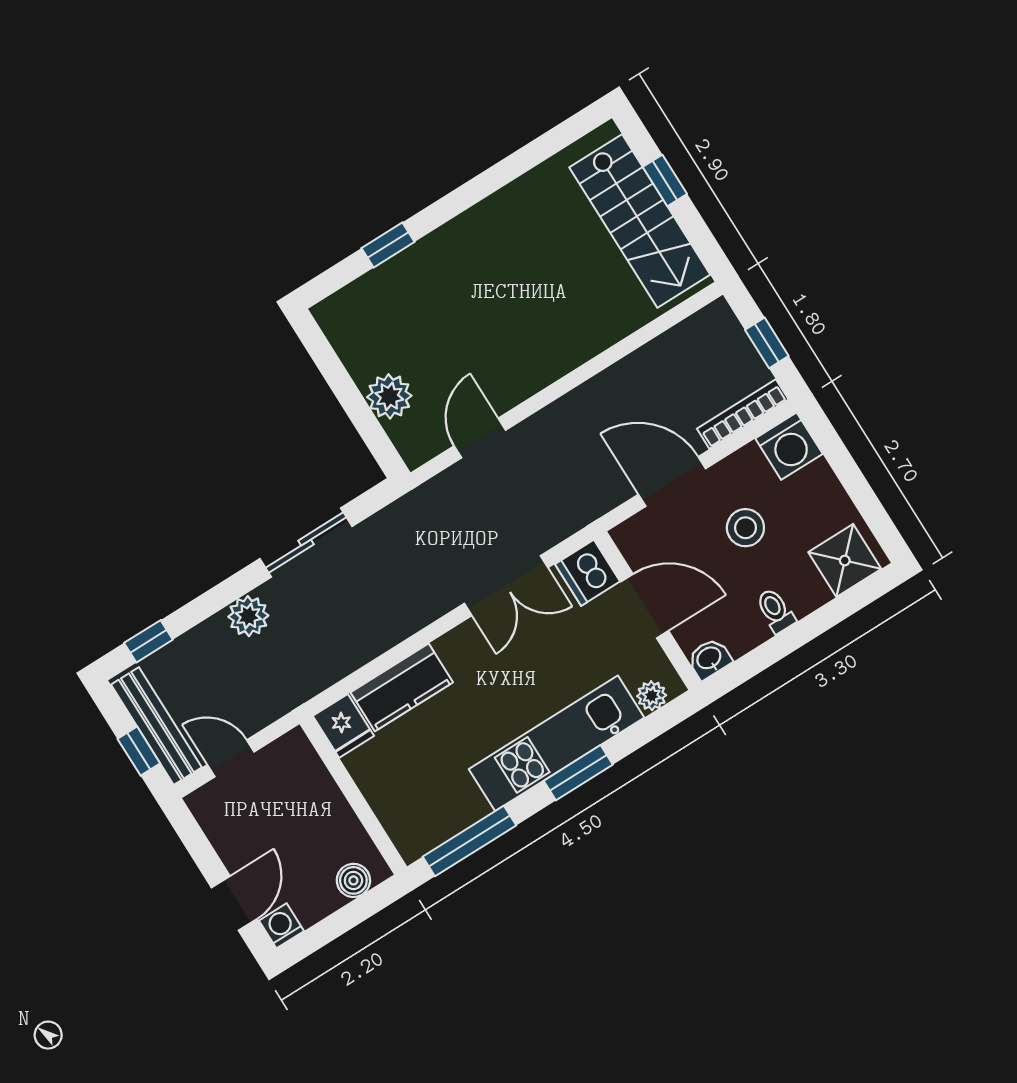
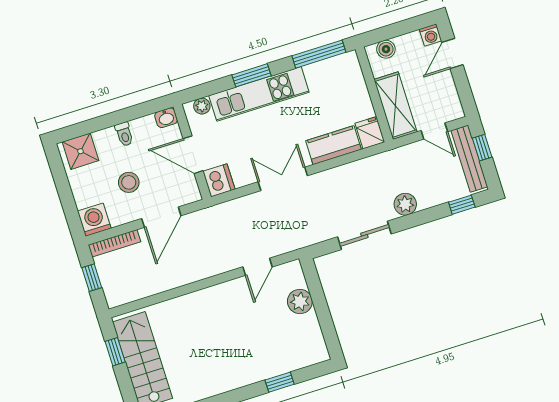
window: (665, 180) -> (115, 352), moved
door: (672, 481) -> (161, 217), hinge flipped
double door: (506, 586) -> (283, 179), moved
shelving: (311, 785) -> (395, 106), added

